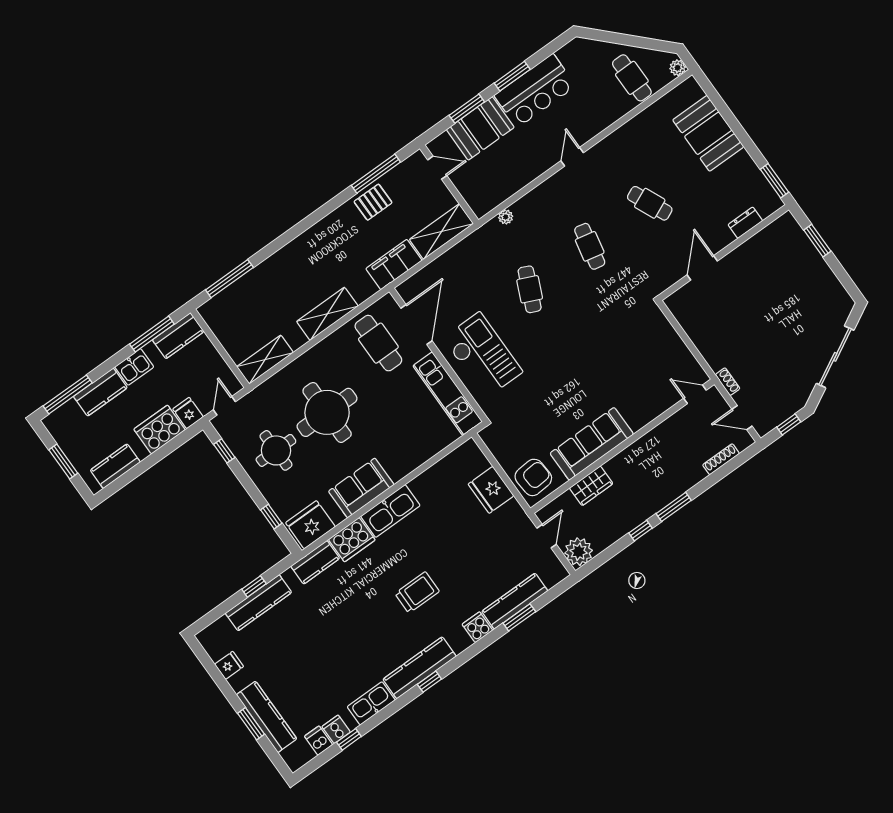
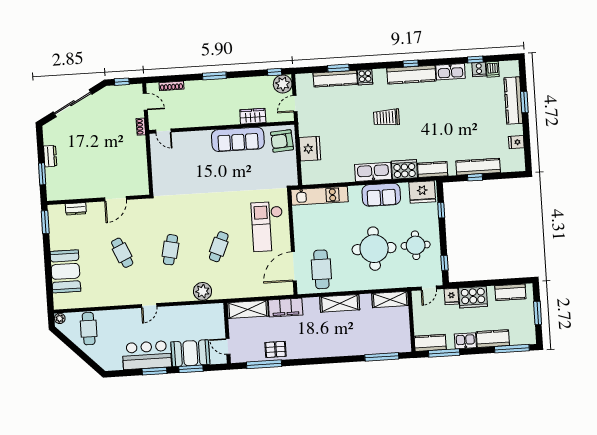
plant: (506, 217) -> (203, 291), width x1.87, depth x1.87
dresser: (821, 270) -> (50, 156), added
kitchen unit: (448, 394) -> (320, 196), moved, turned 90
window: (641, 531) -> (274, 72), moved

